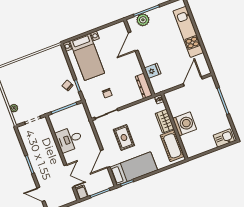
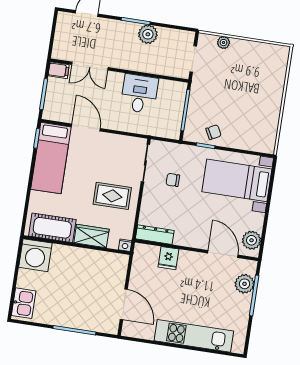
plant: (116, 30) -> (252, 240), added
washing machine: (185, 124) -> (35, 255), moved
rug: (124, 138) -> (112, 196), moved
plant: (33, 153) -> (148, 34), added

